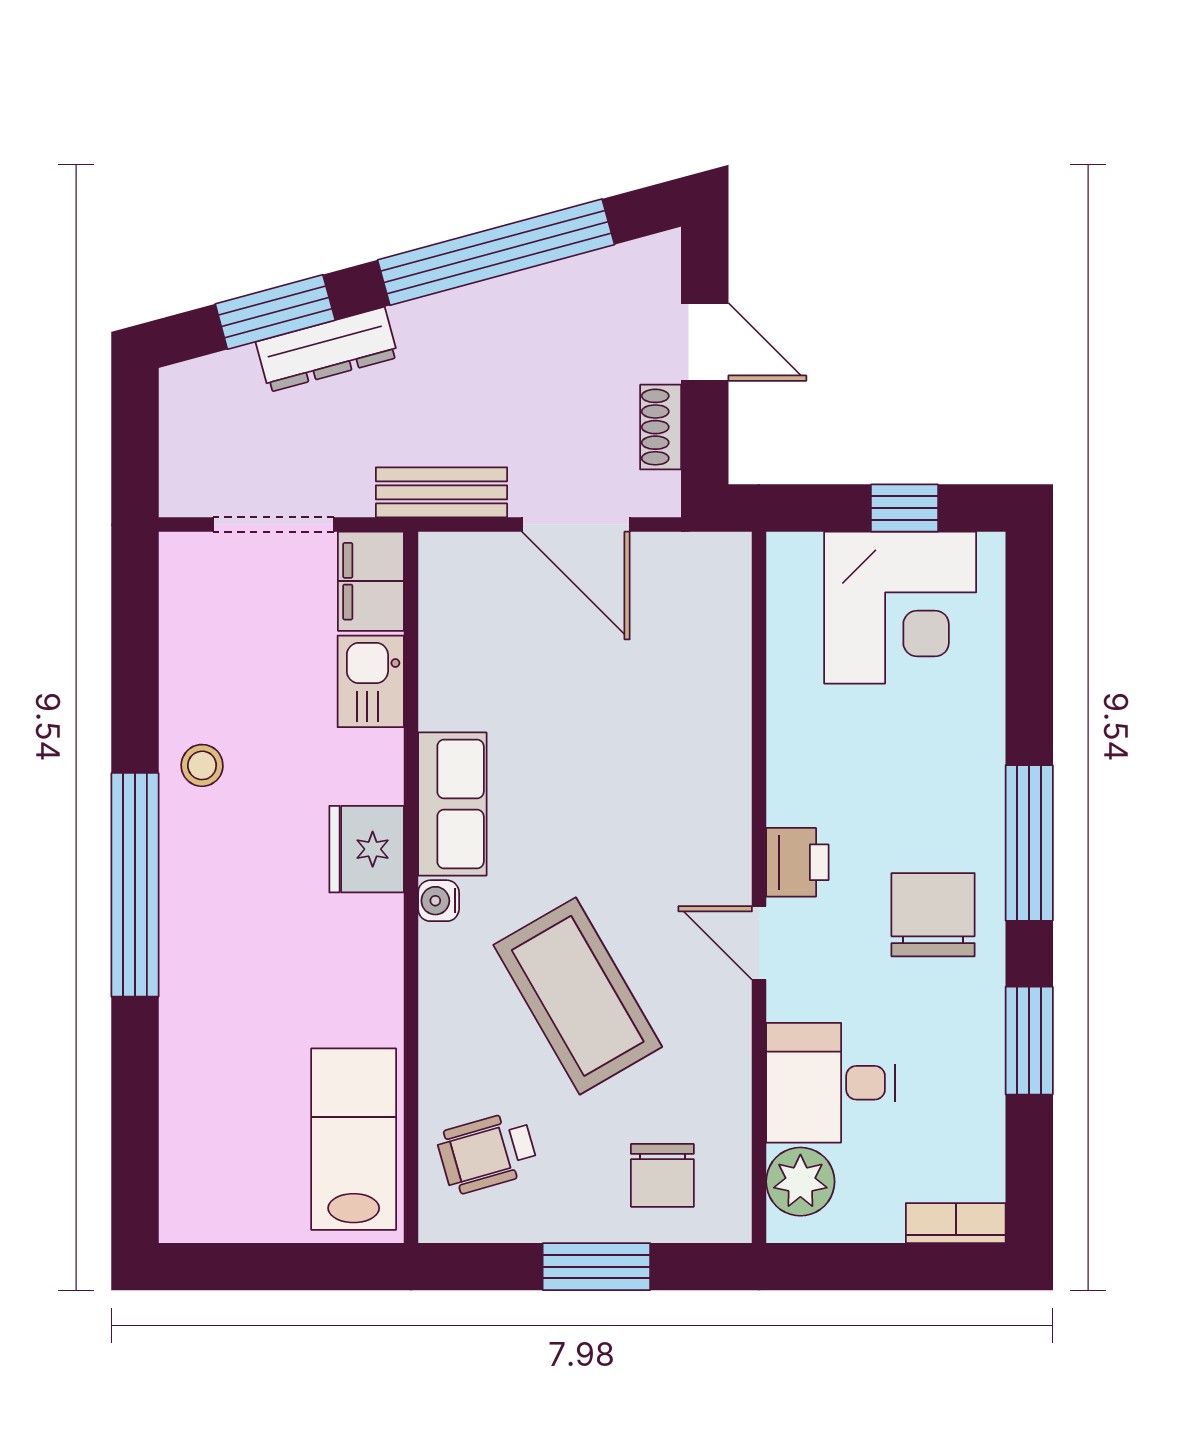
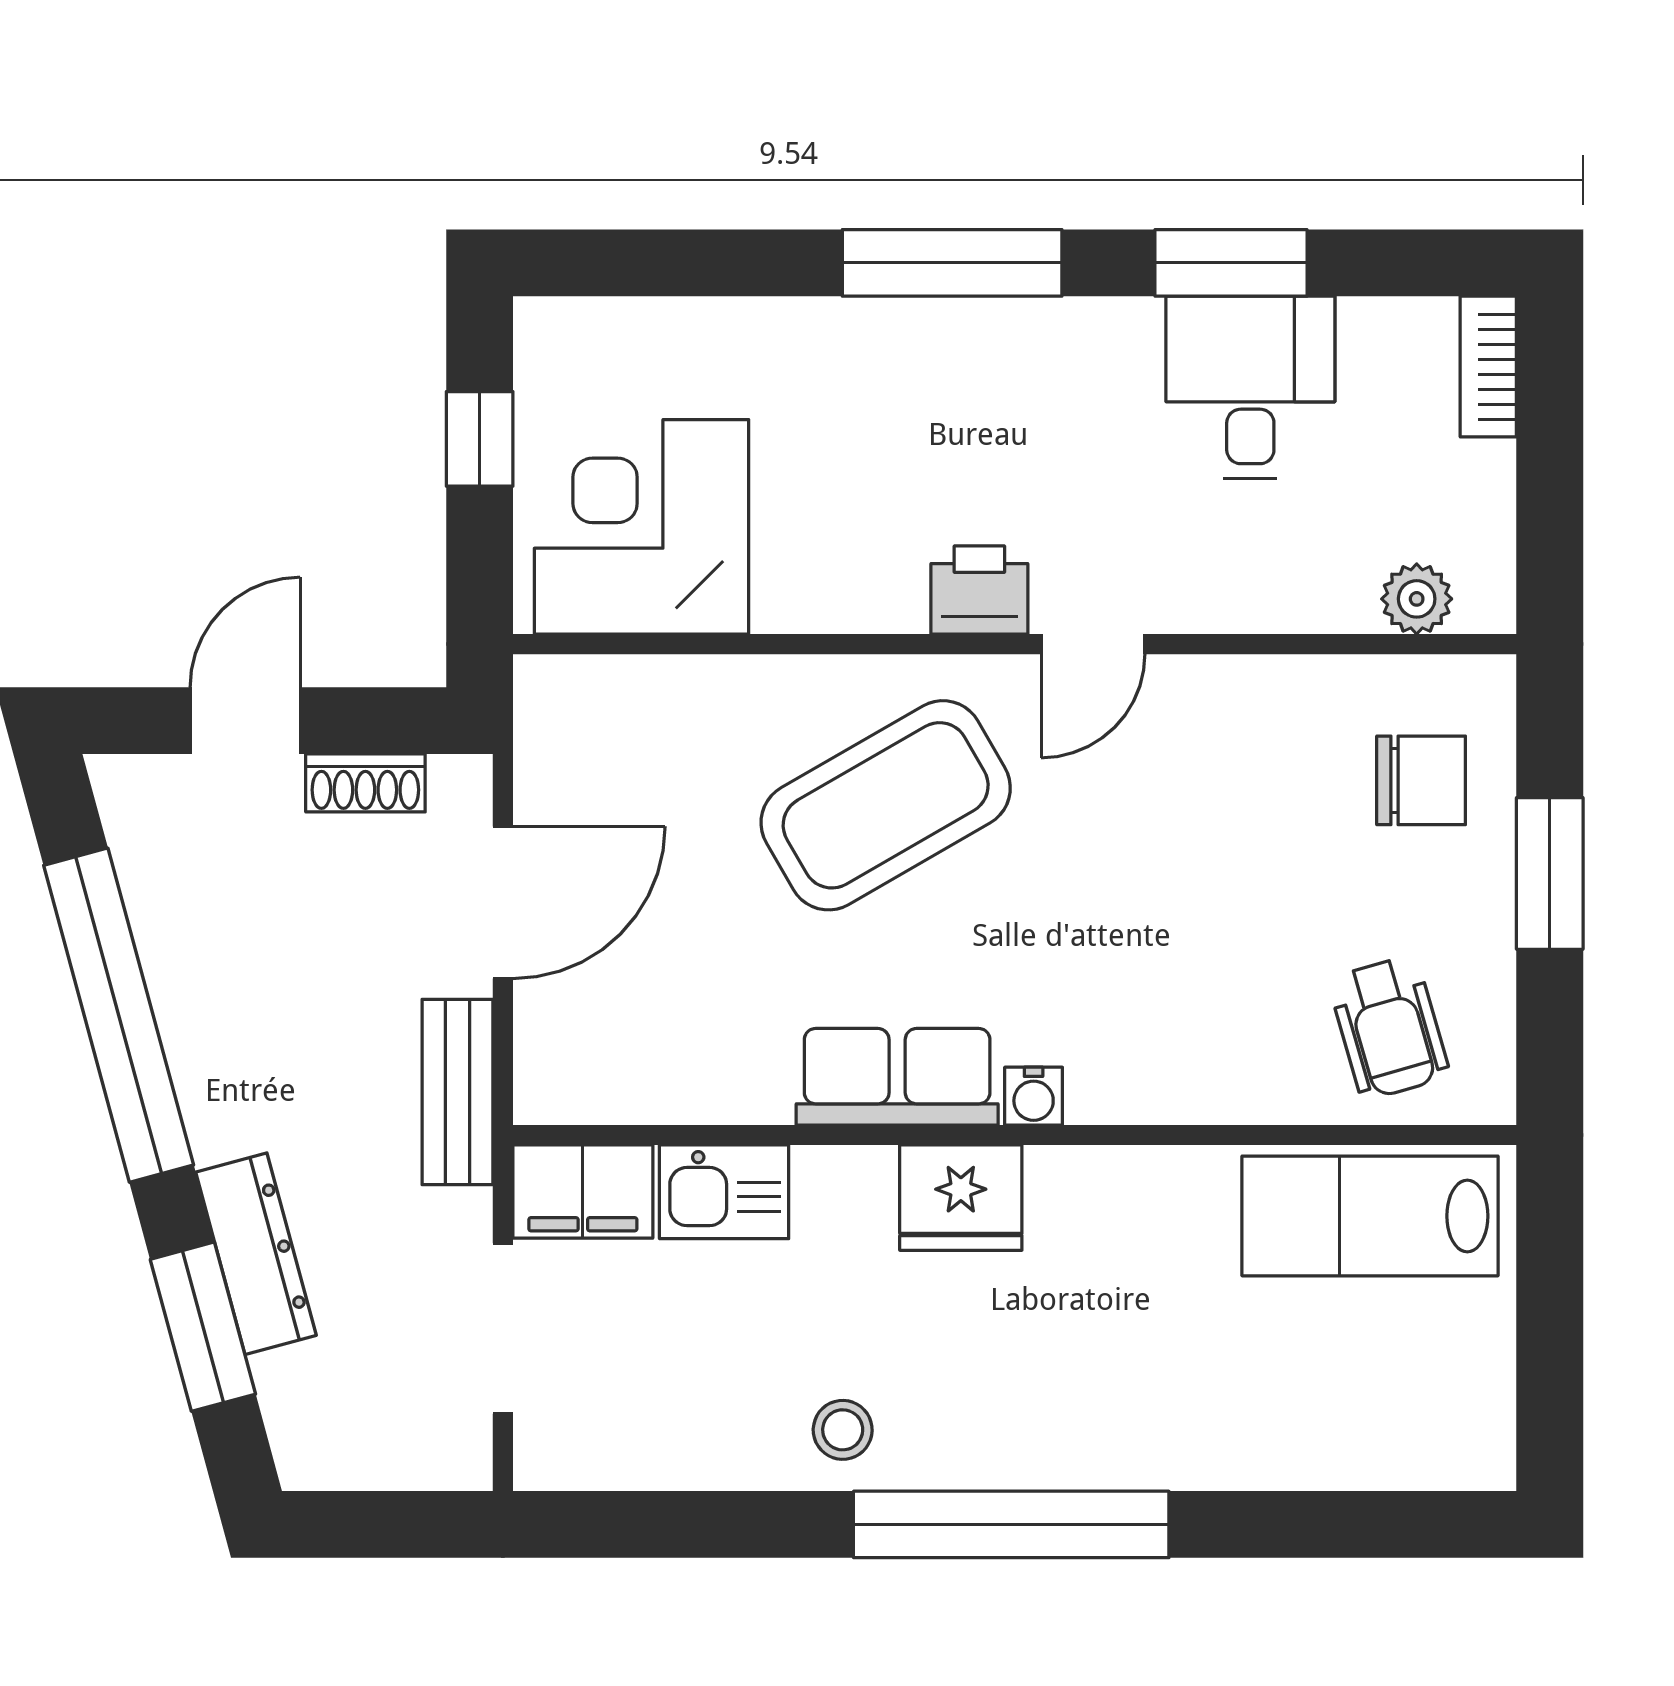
corner desk: (900, 608) -> (642, 527), moved, turned -90
chair: (933, 915) -> (1053, 398), removed
coffee table: (578, 996) -> (886, 805), moved
desk: (831, 1083) -> (1250, 387), moved, turned 180
plant: (800, 1182) -> (1417, 599), width x0.73, depth x0.73

